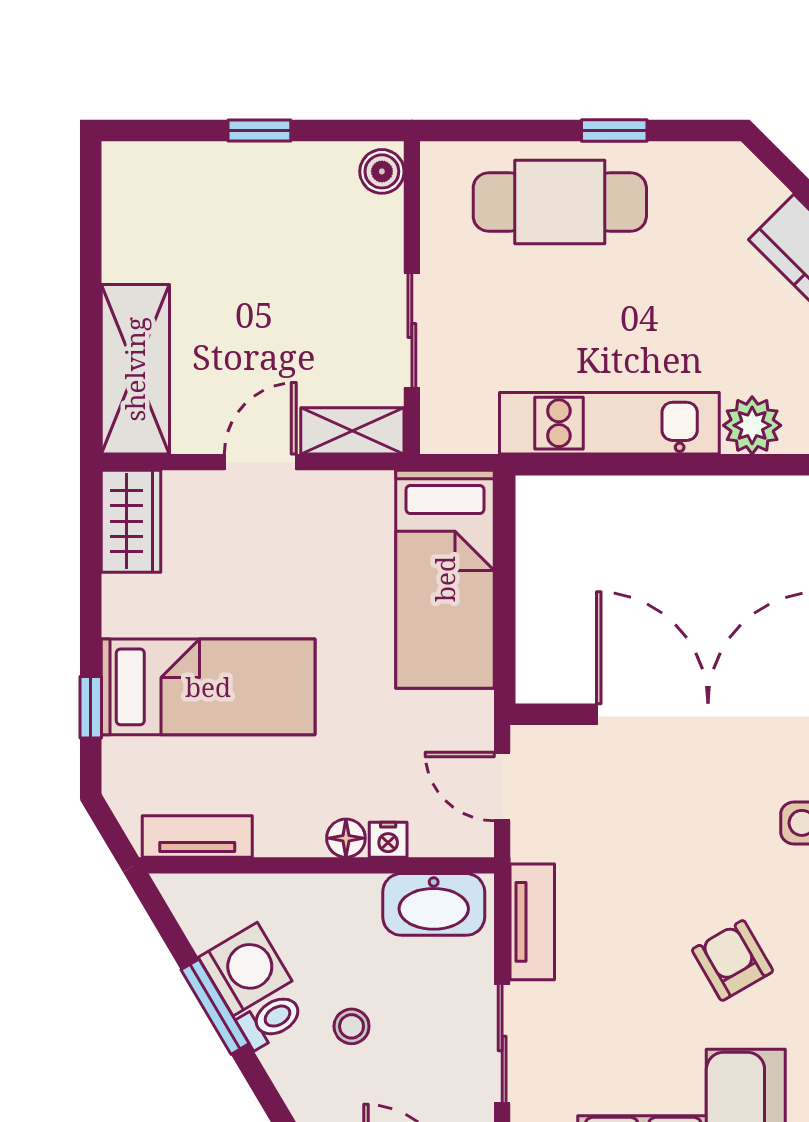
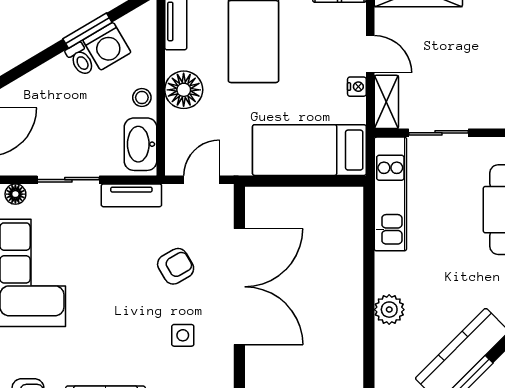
kitchen unit: (609, 423) -> (390, 194), moved
floor lamp: (346, 838) -> (184, 90), width x1.89, depth x1.89
nightstand: (388, 840) -> (357, 87), moved, turned 180
armchair: (732, 960) -> (176, 266), moved
stool: (352, 1026) -> (142, 98), moved

